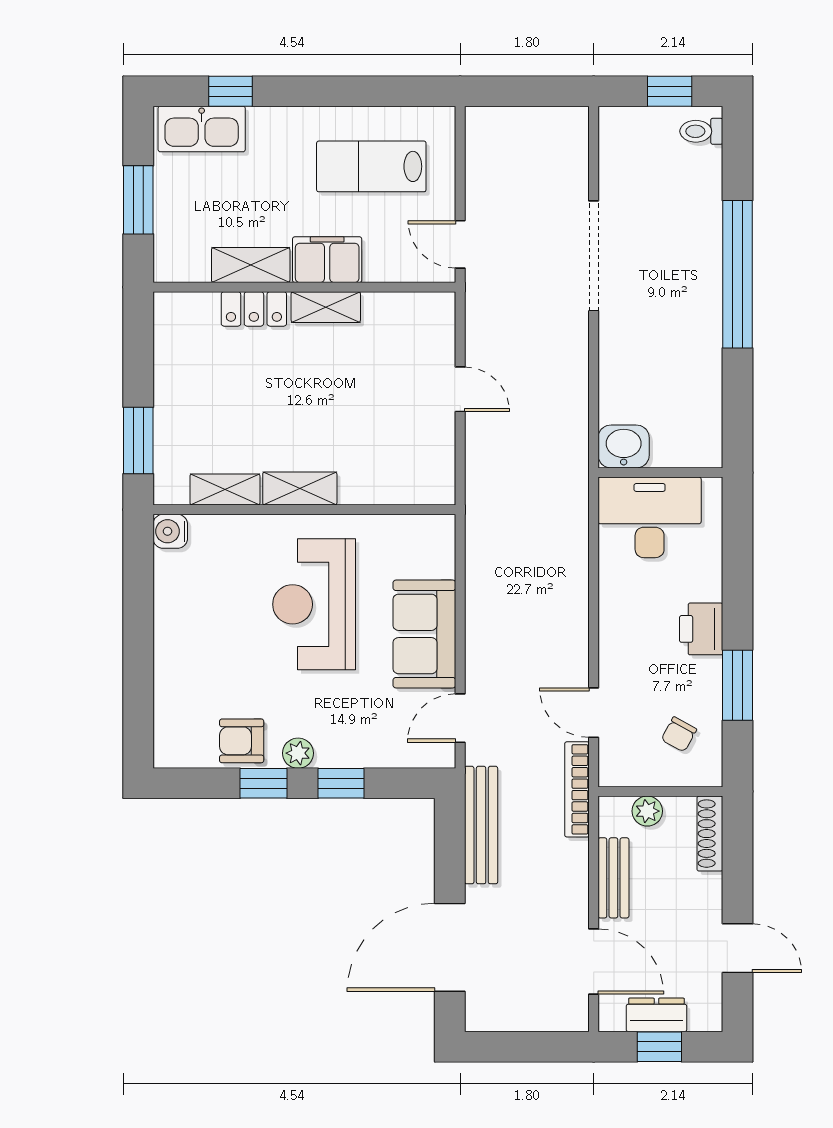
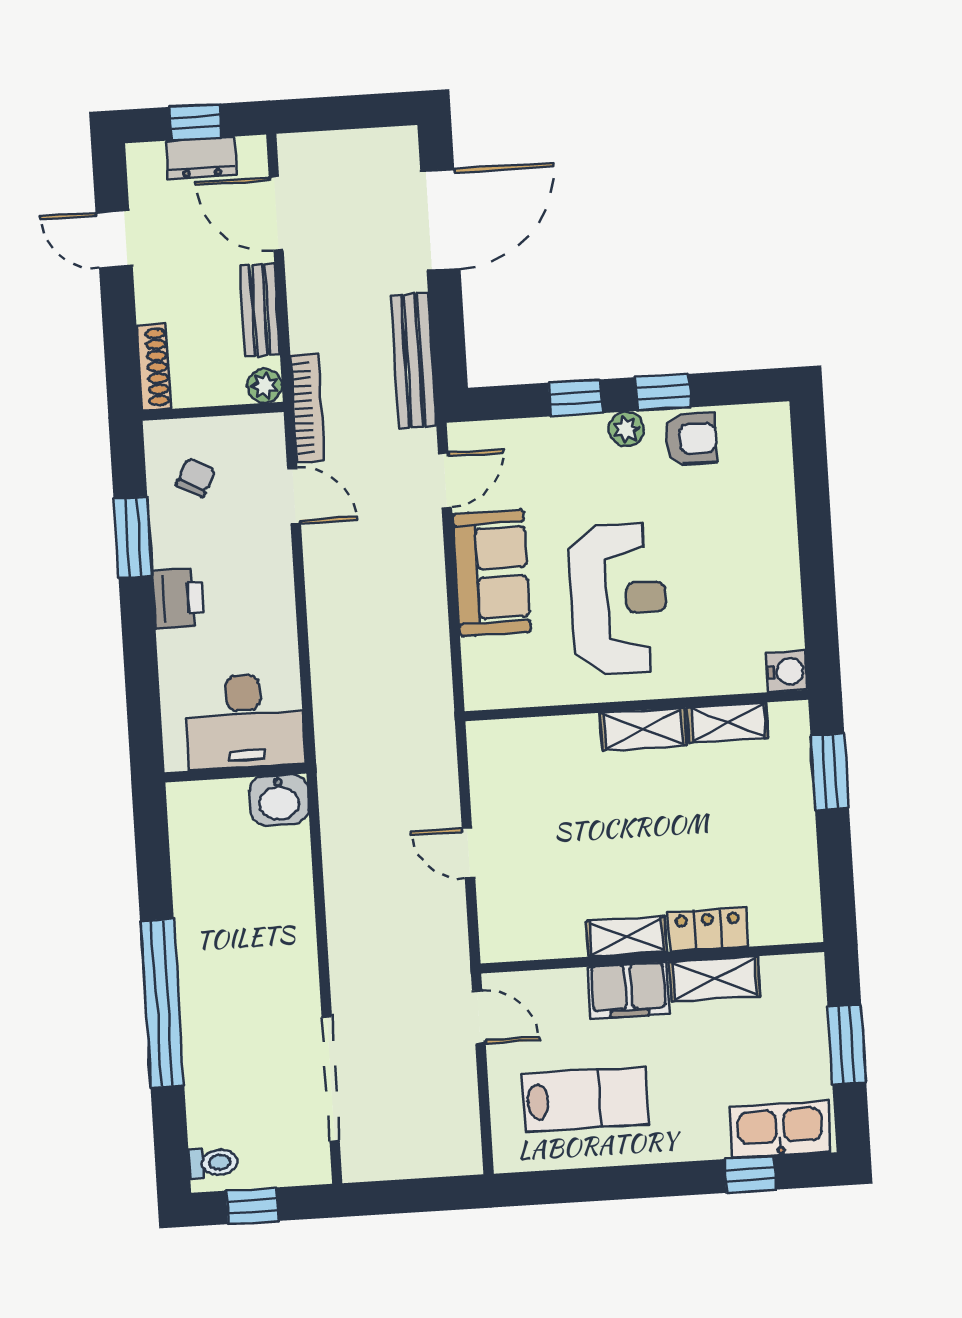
doorway: (594, 256) -> (331, 1079), moved
plant: (647, 811) -> (265, 386), moved

